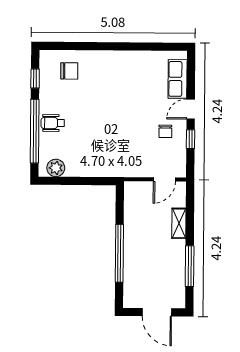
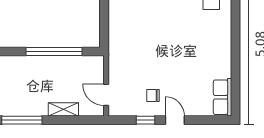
row of seats: (178, 79) -> (223, 97), moved, turned -90
window: (119, 253) -> (54, 52), moved

